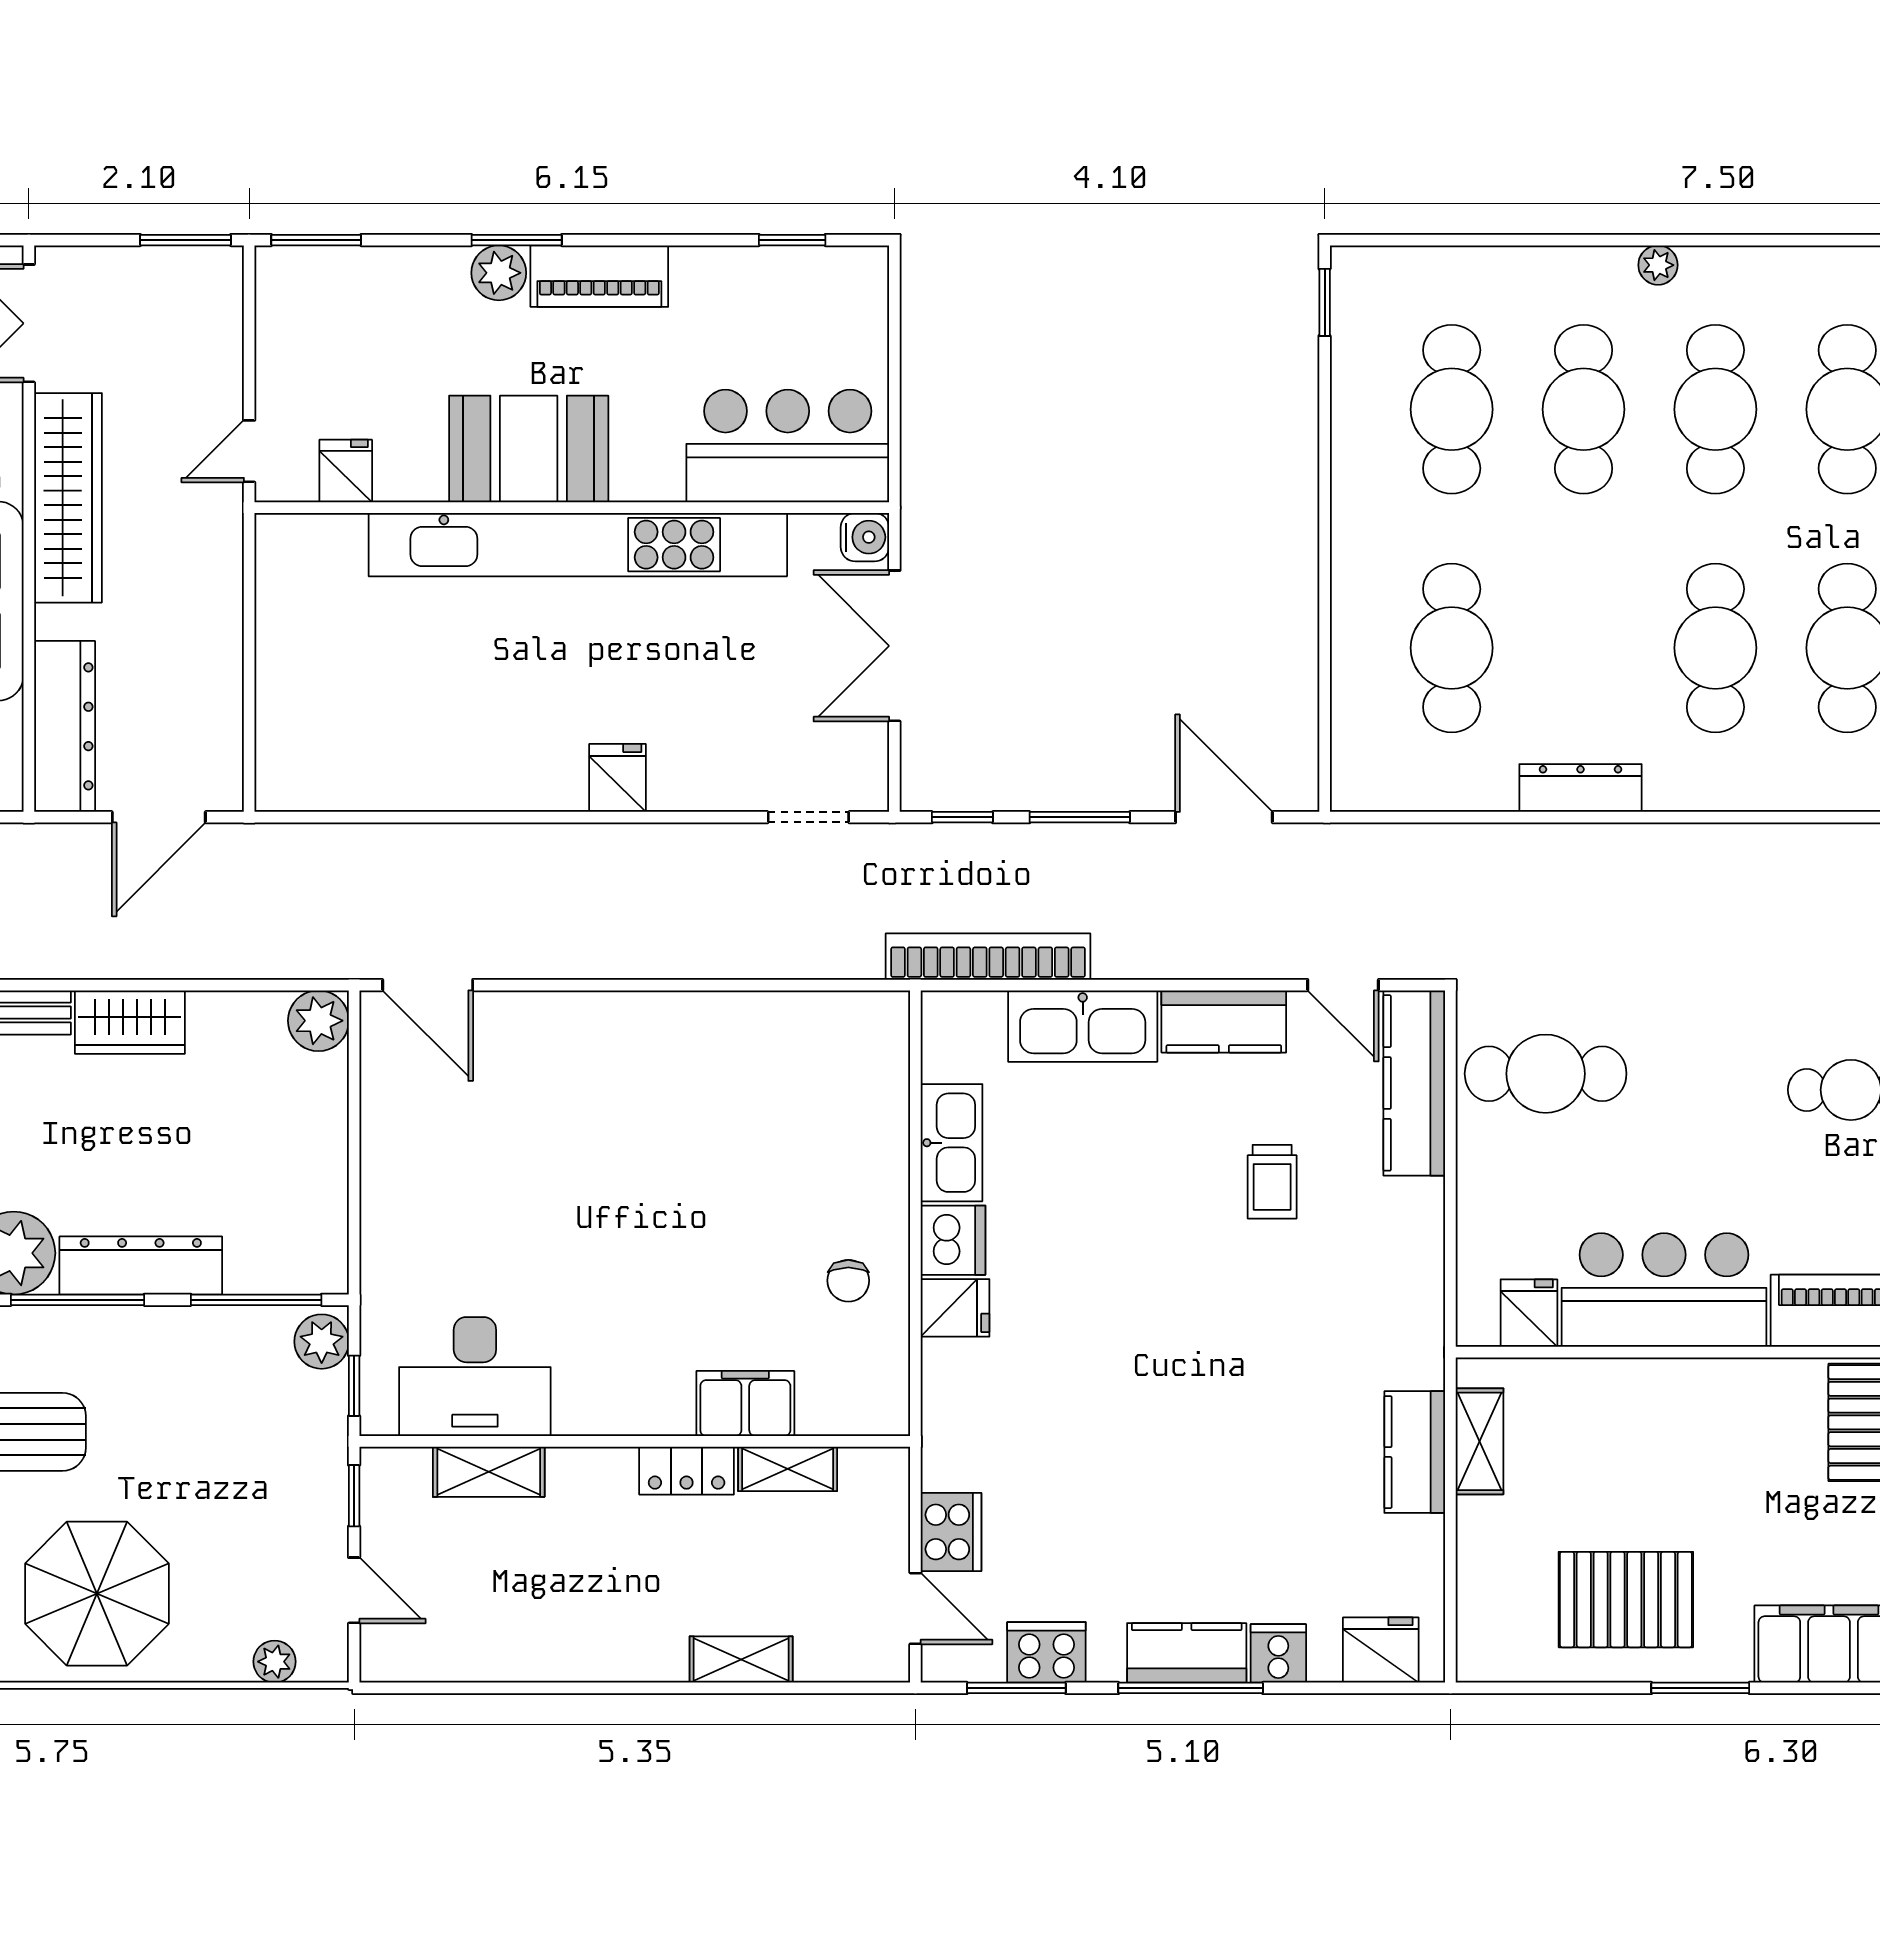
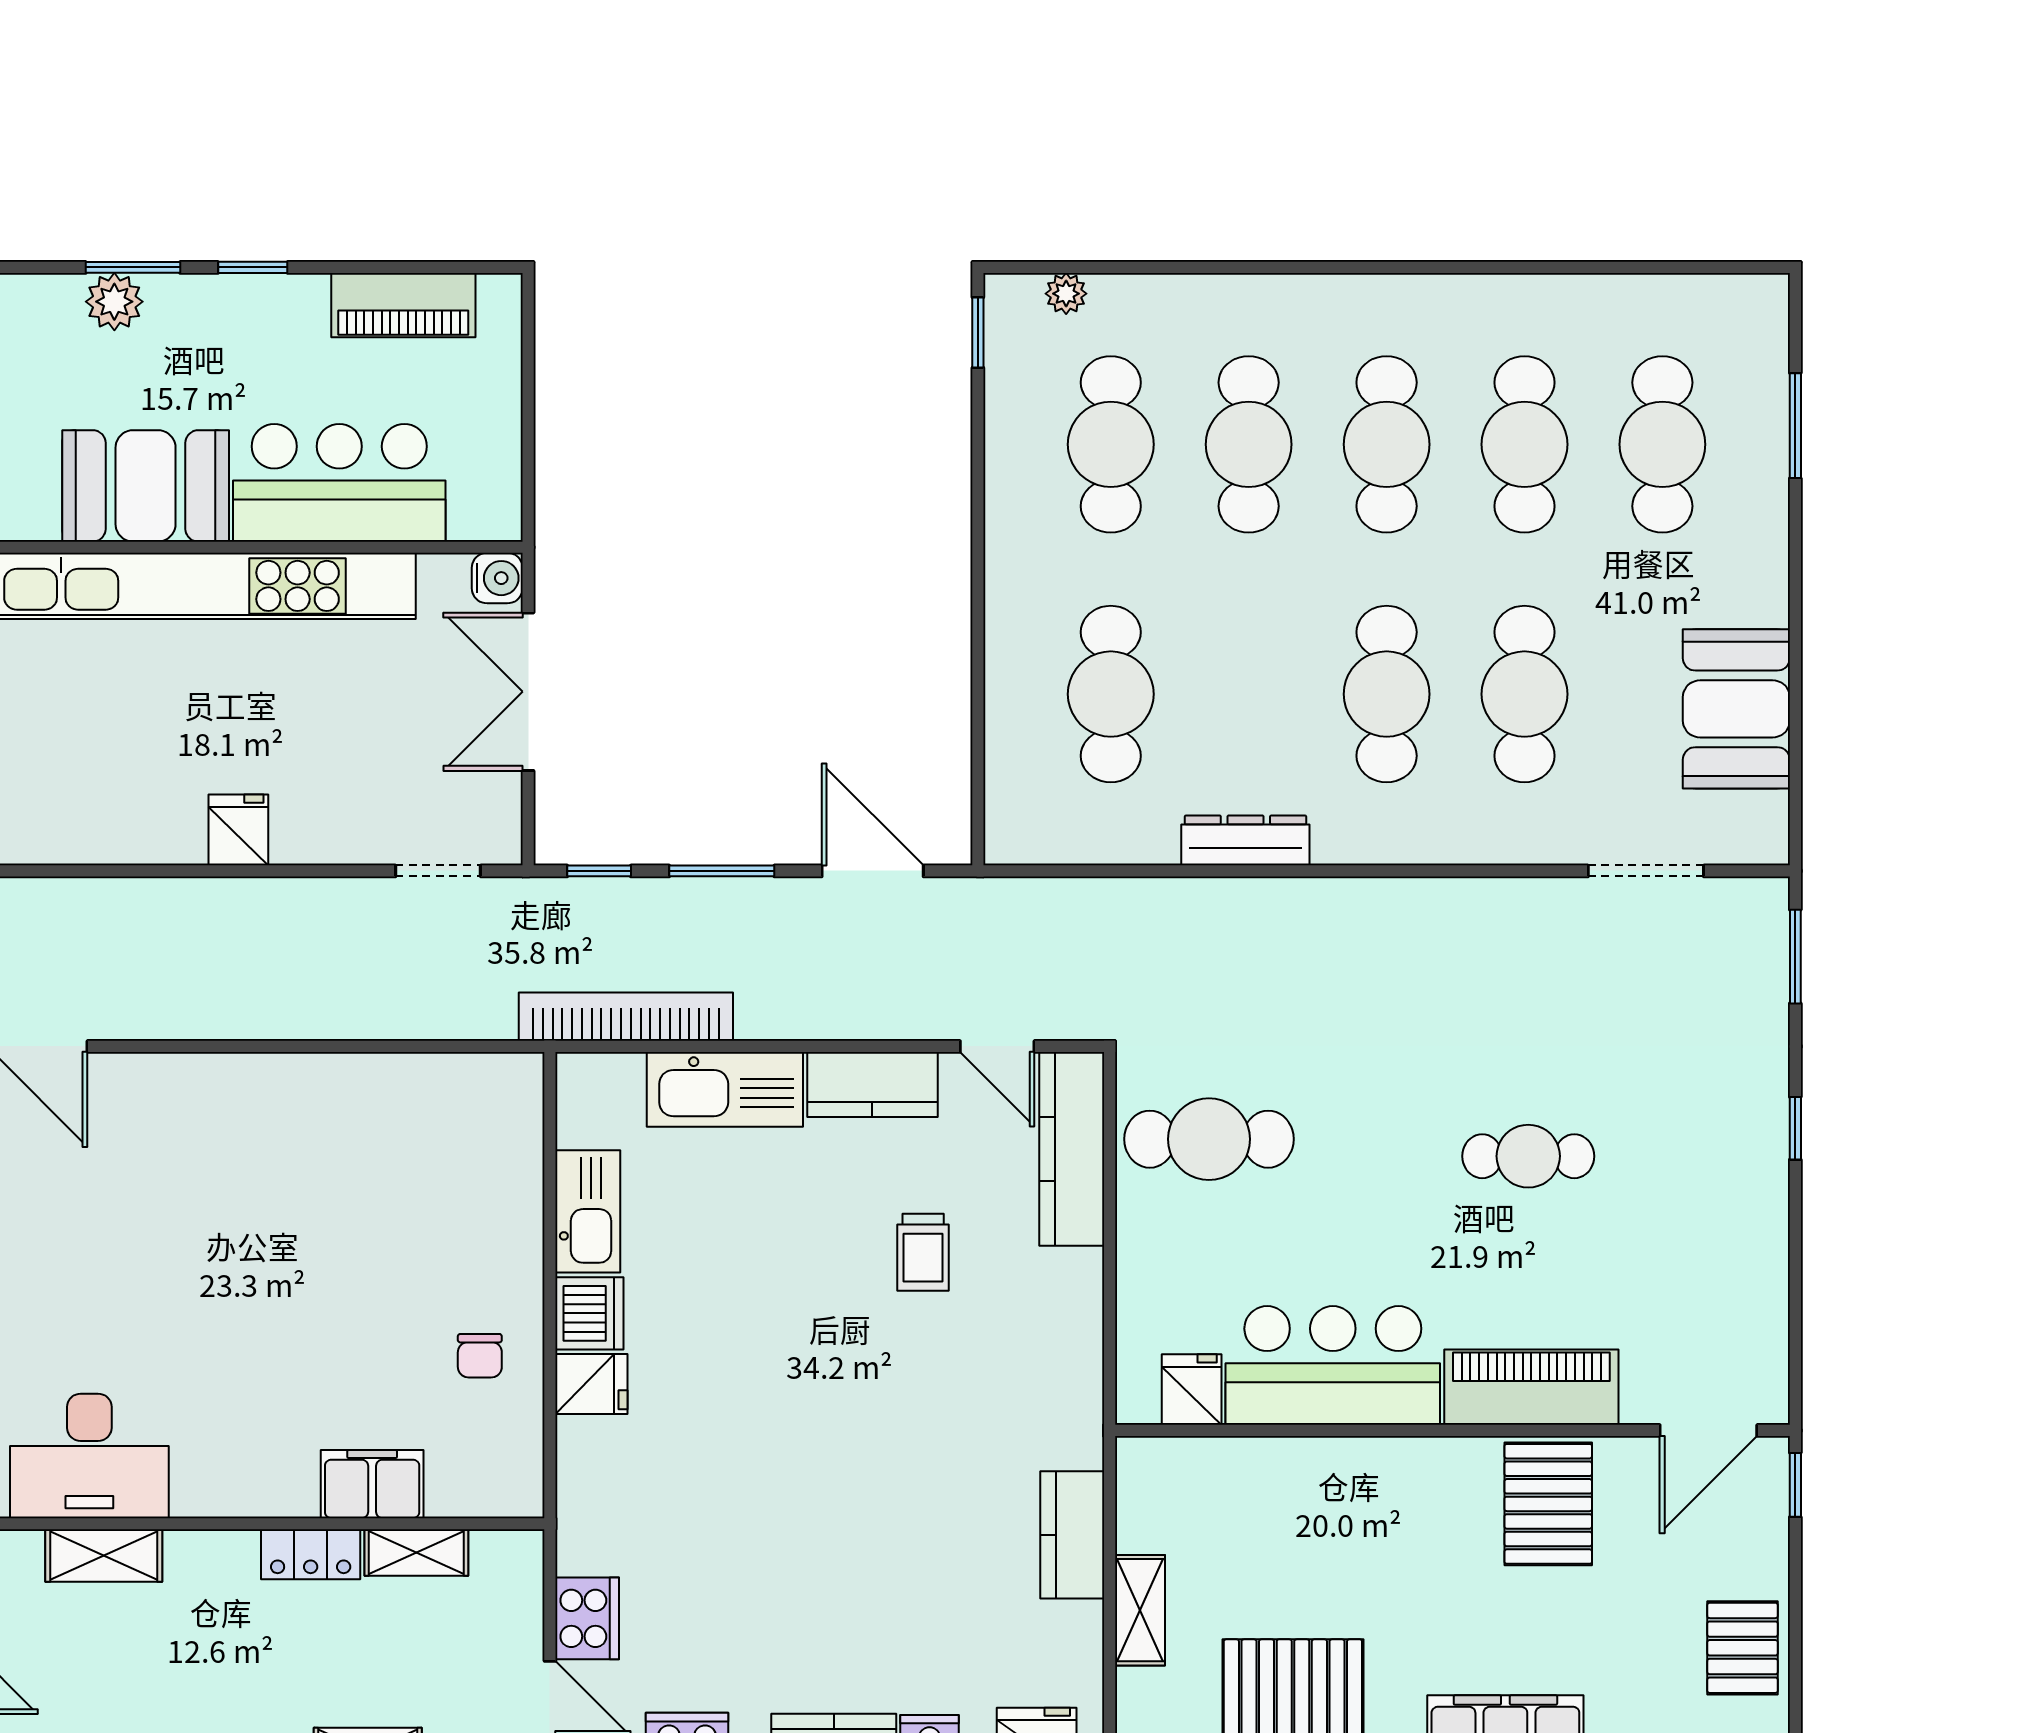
window: (792, 240) -> (253, 267), moved
plant: (1658, 265) -> (1066, 294), moved
piano: (599, 276) -> (403, 305), moved
bar counter: (788, 446) -> (339, 483), moved
shelving: (1480, 1441) -> (1140, 1610), moved

